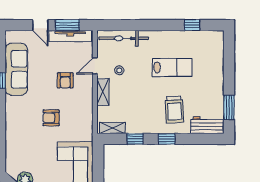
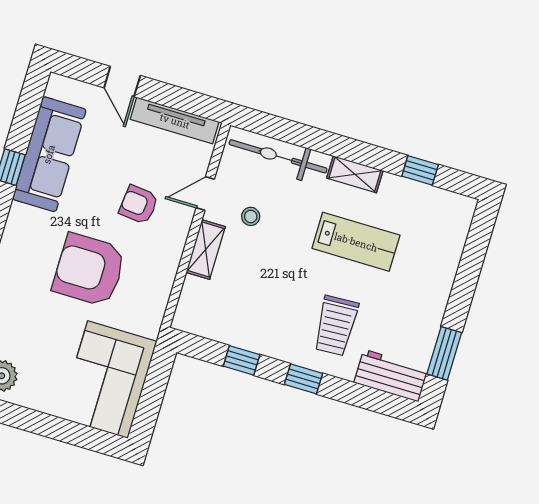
window: (68, 25) -> (176, 97), removed
armchair: (65, 80) -> (139, 205), turned 96
armchair: (51, 118) -> (89, 270), width x1.88, depth x1.88
shelving: (112, 128) -> (355, 174), moved

